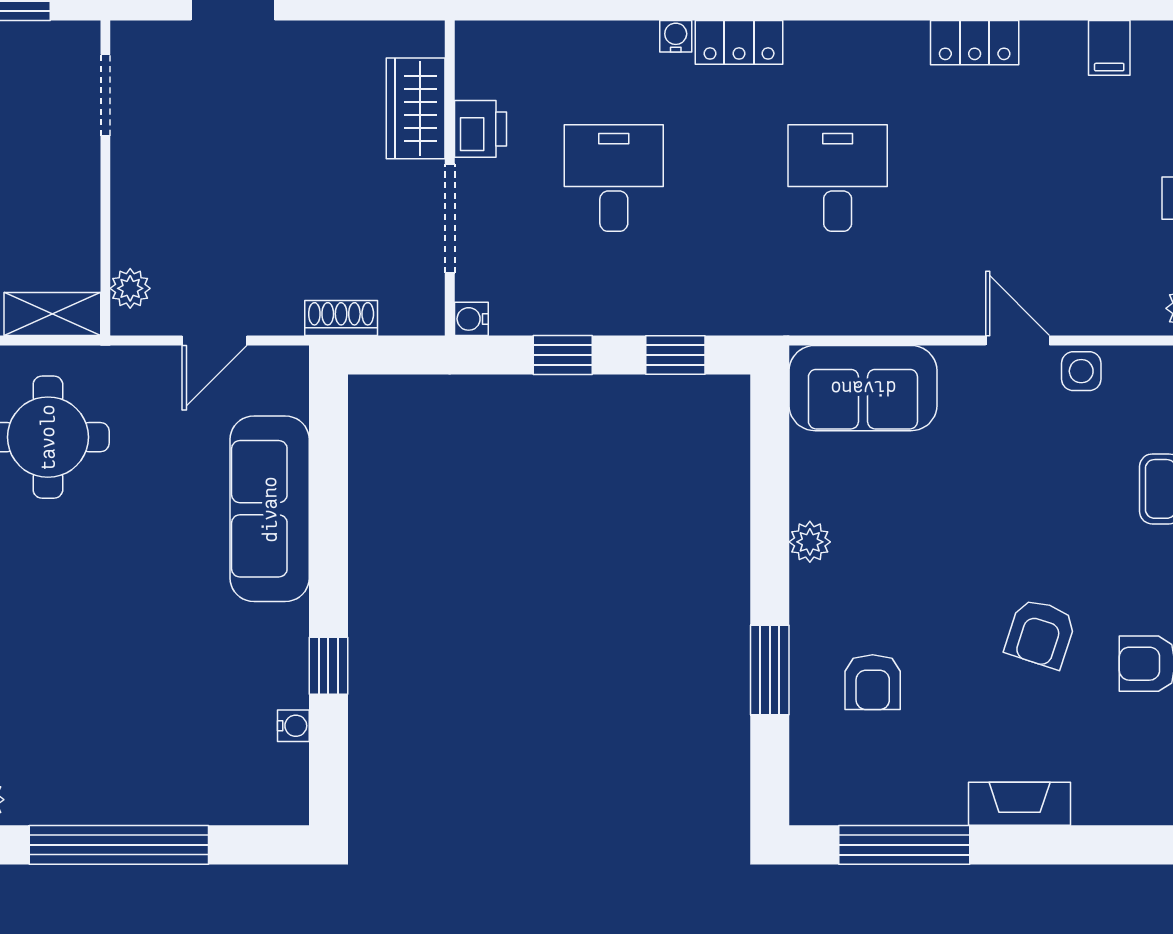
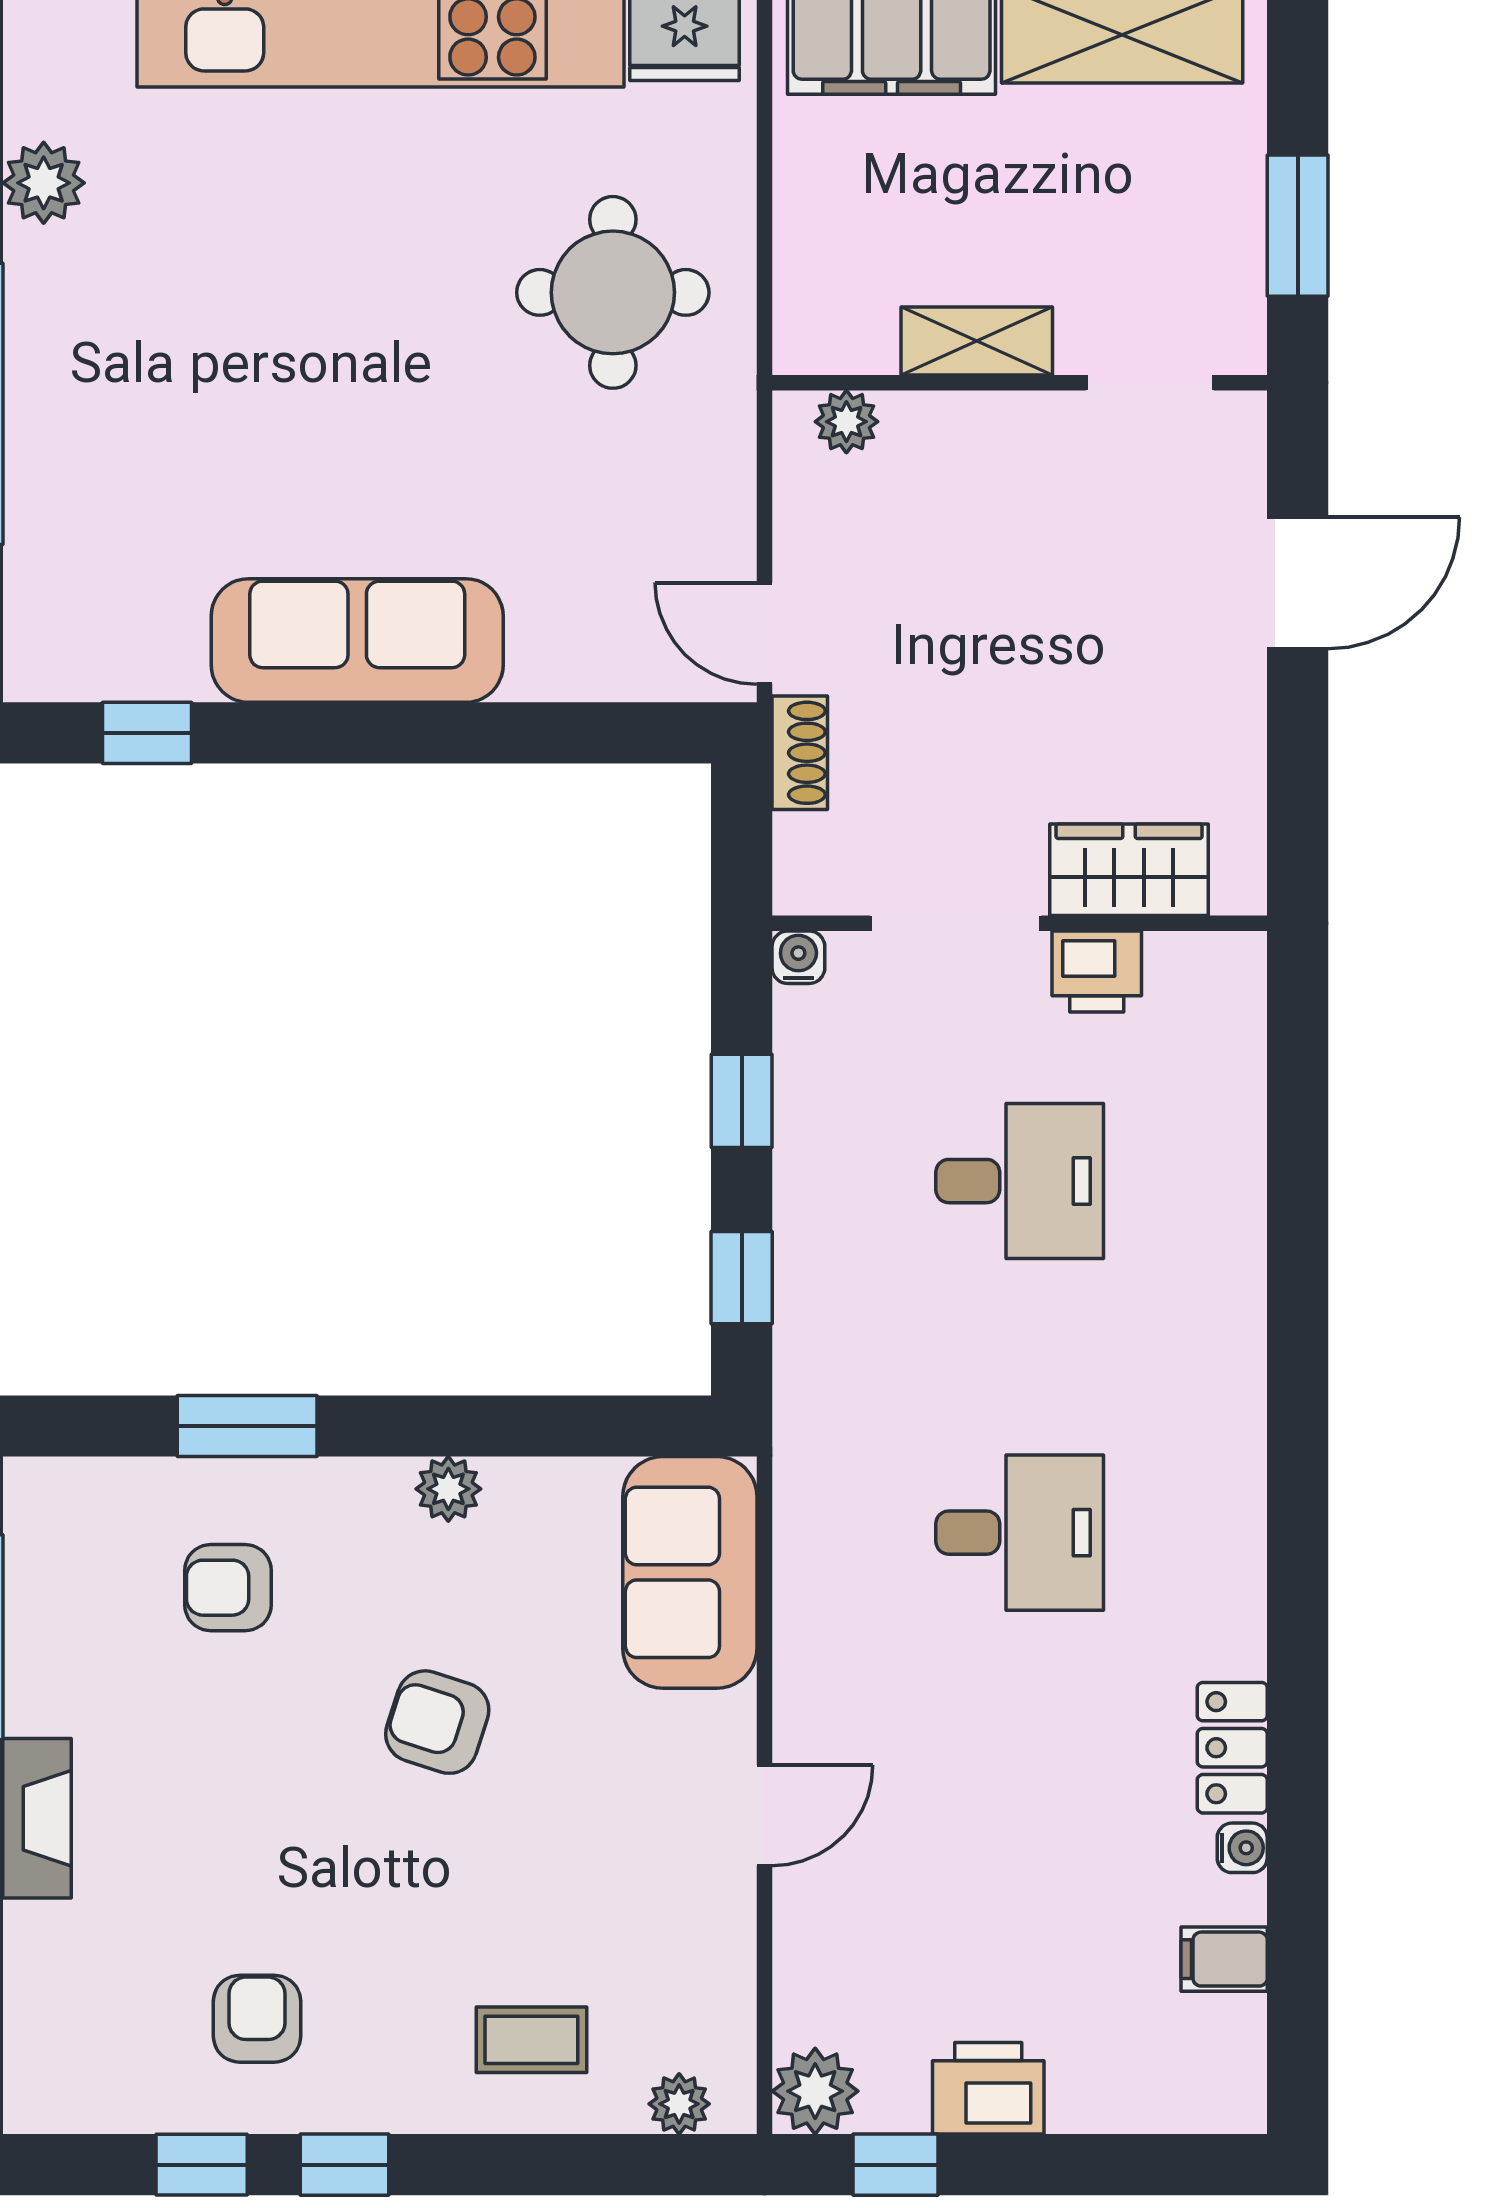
water cooler: (676, 36) -> (1242, 1848), moved
locker: (739, 42) -> (1233, 1378), removed
shelving: (52, 314) -> (977, 341), moved, turned 90
door: (214, 341) -> (765, 633), moved
side table: (1081, 371) -> (716, 1915), removed
sofa: (270, 509) -> (357, 641), moved
armchair: (1040, 633) -> (437, 1722), moved
window: (328, 666) -> (147, 733), moved
water cooler: (293, 726) -> (160, 678), removed

